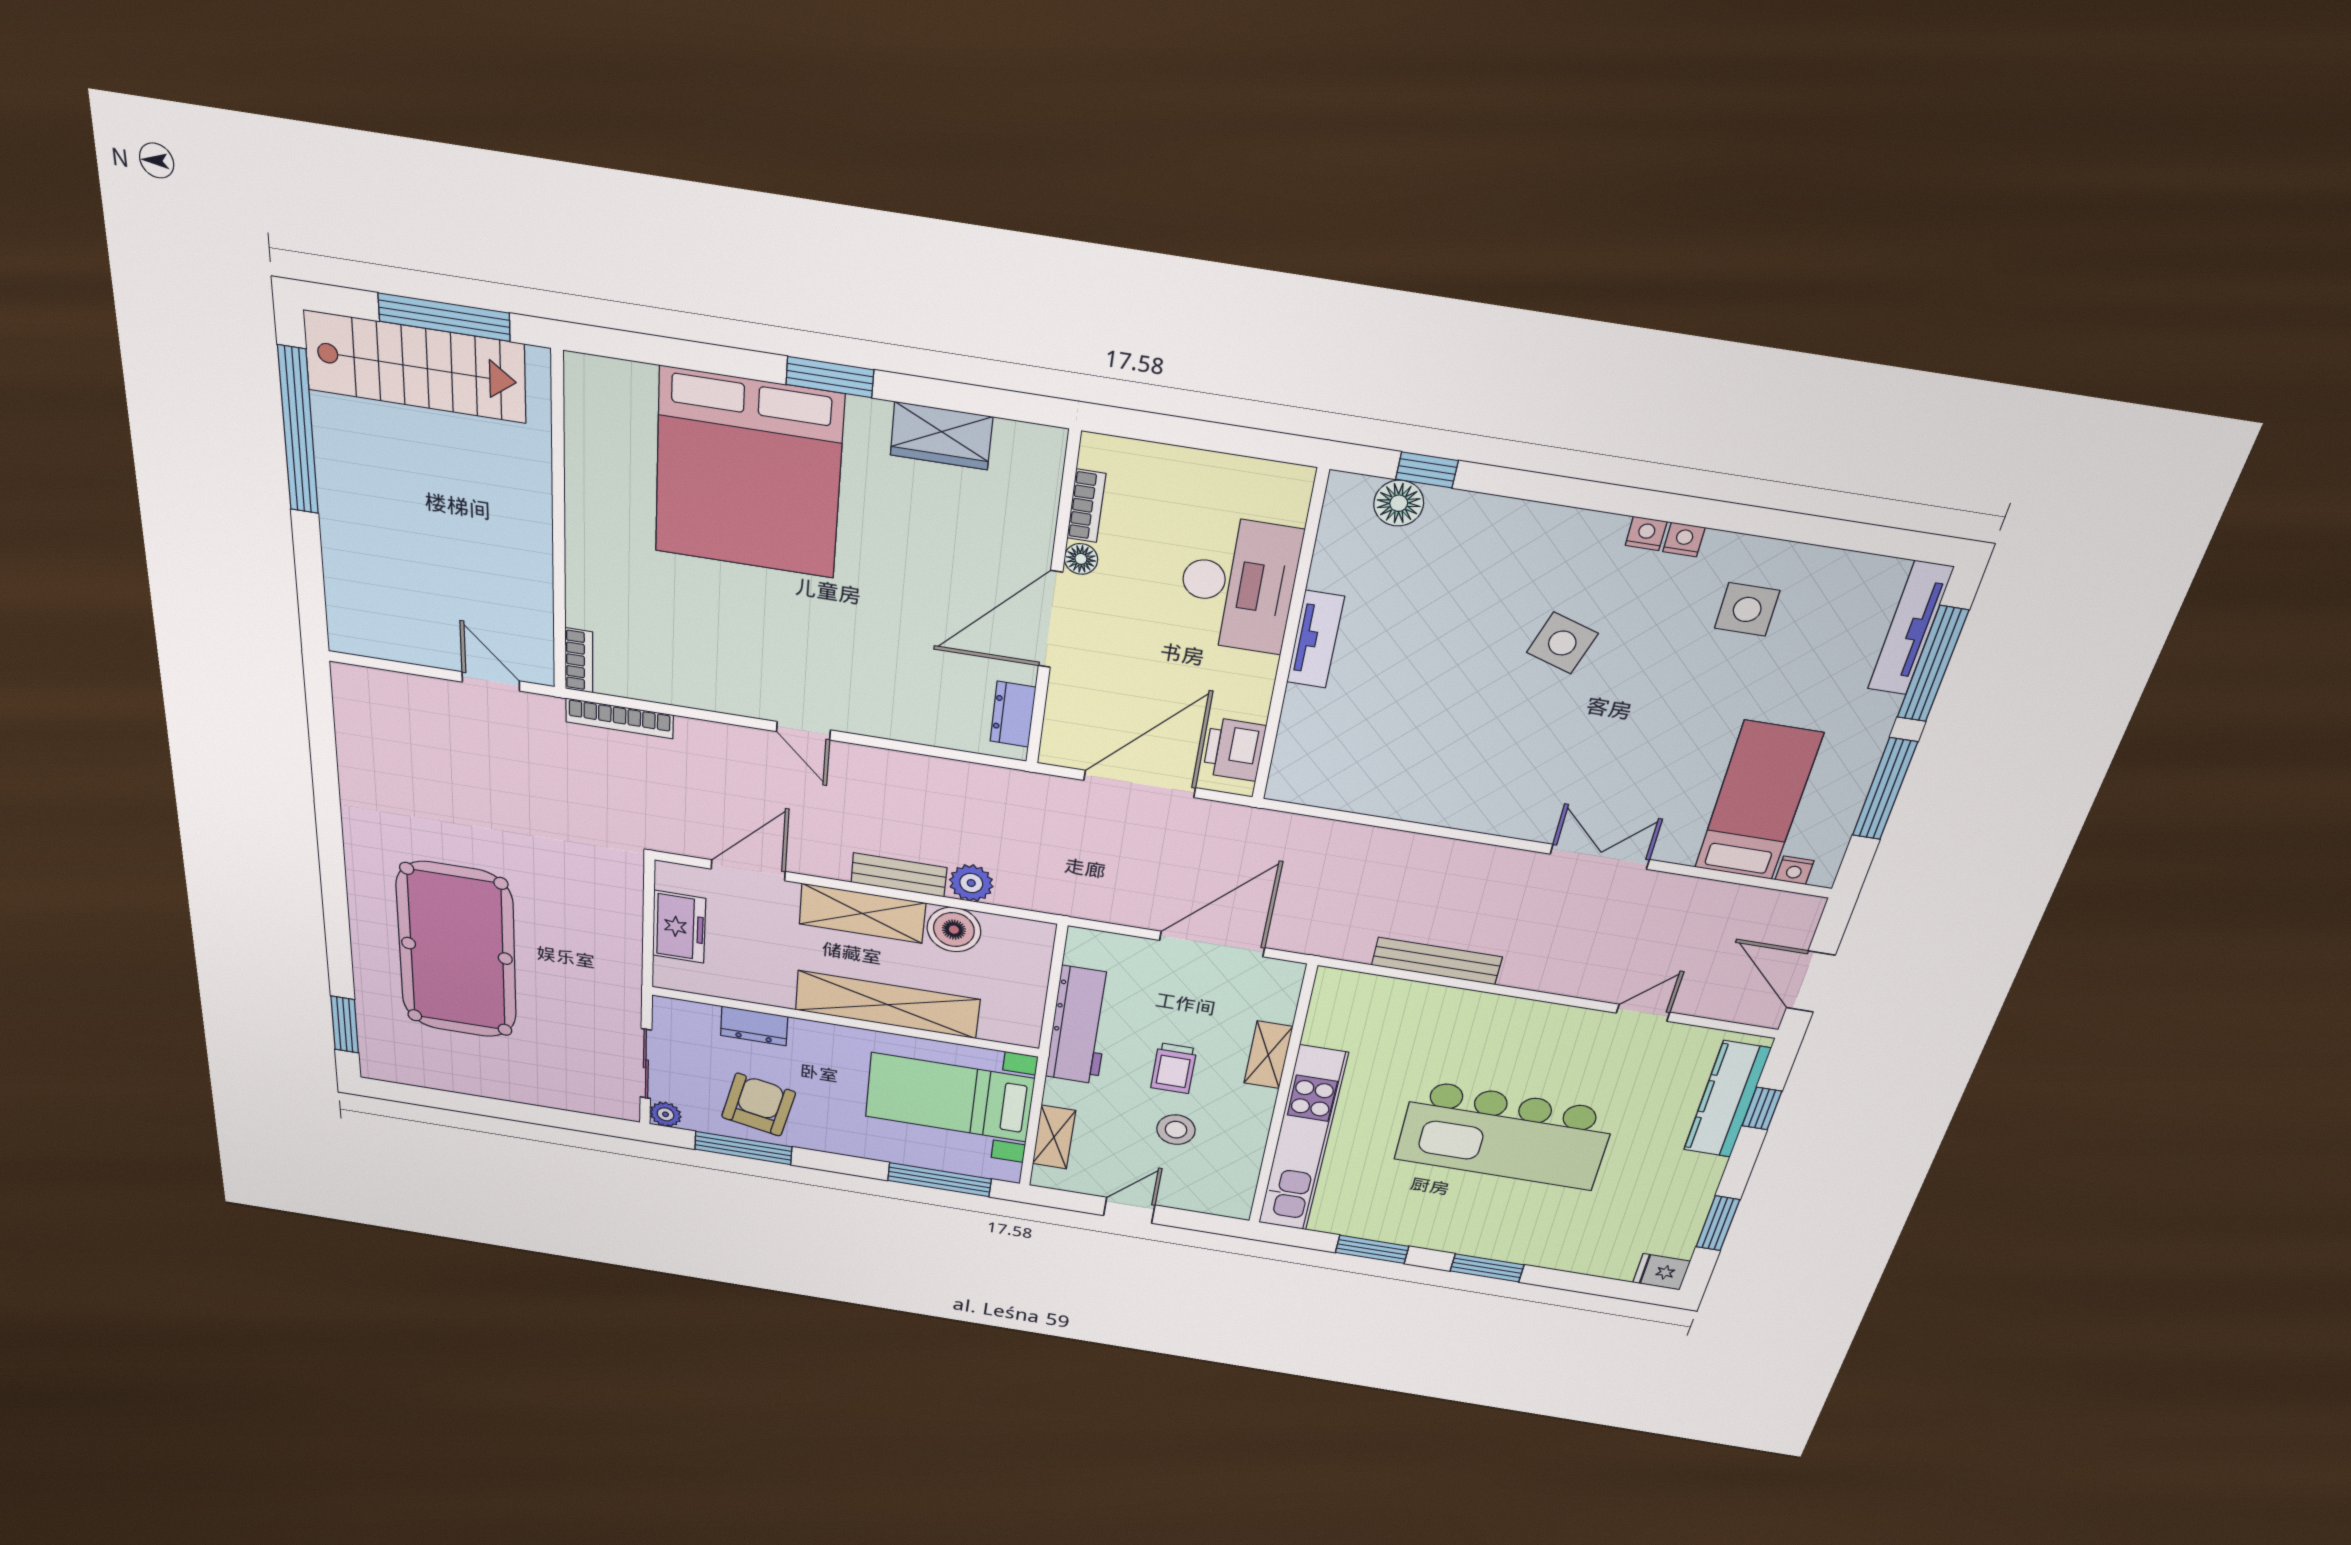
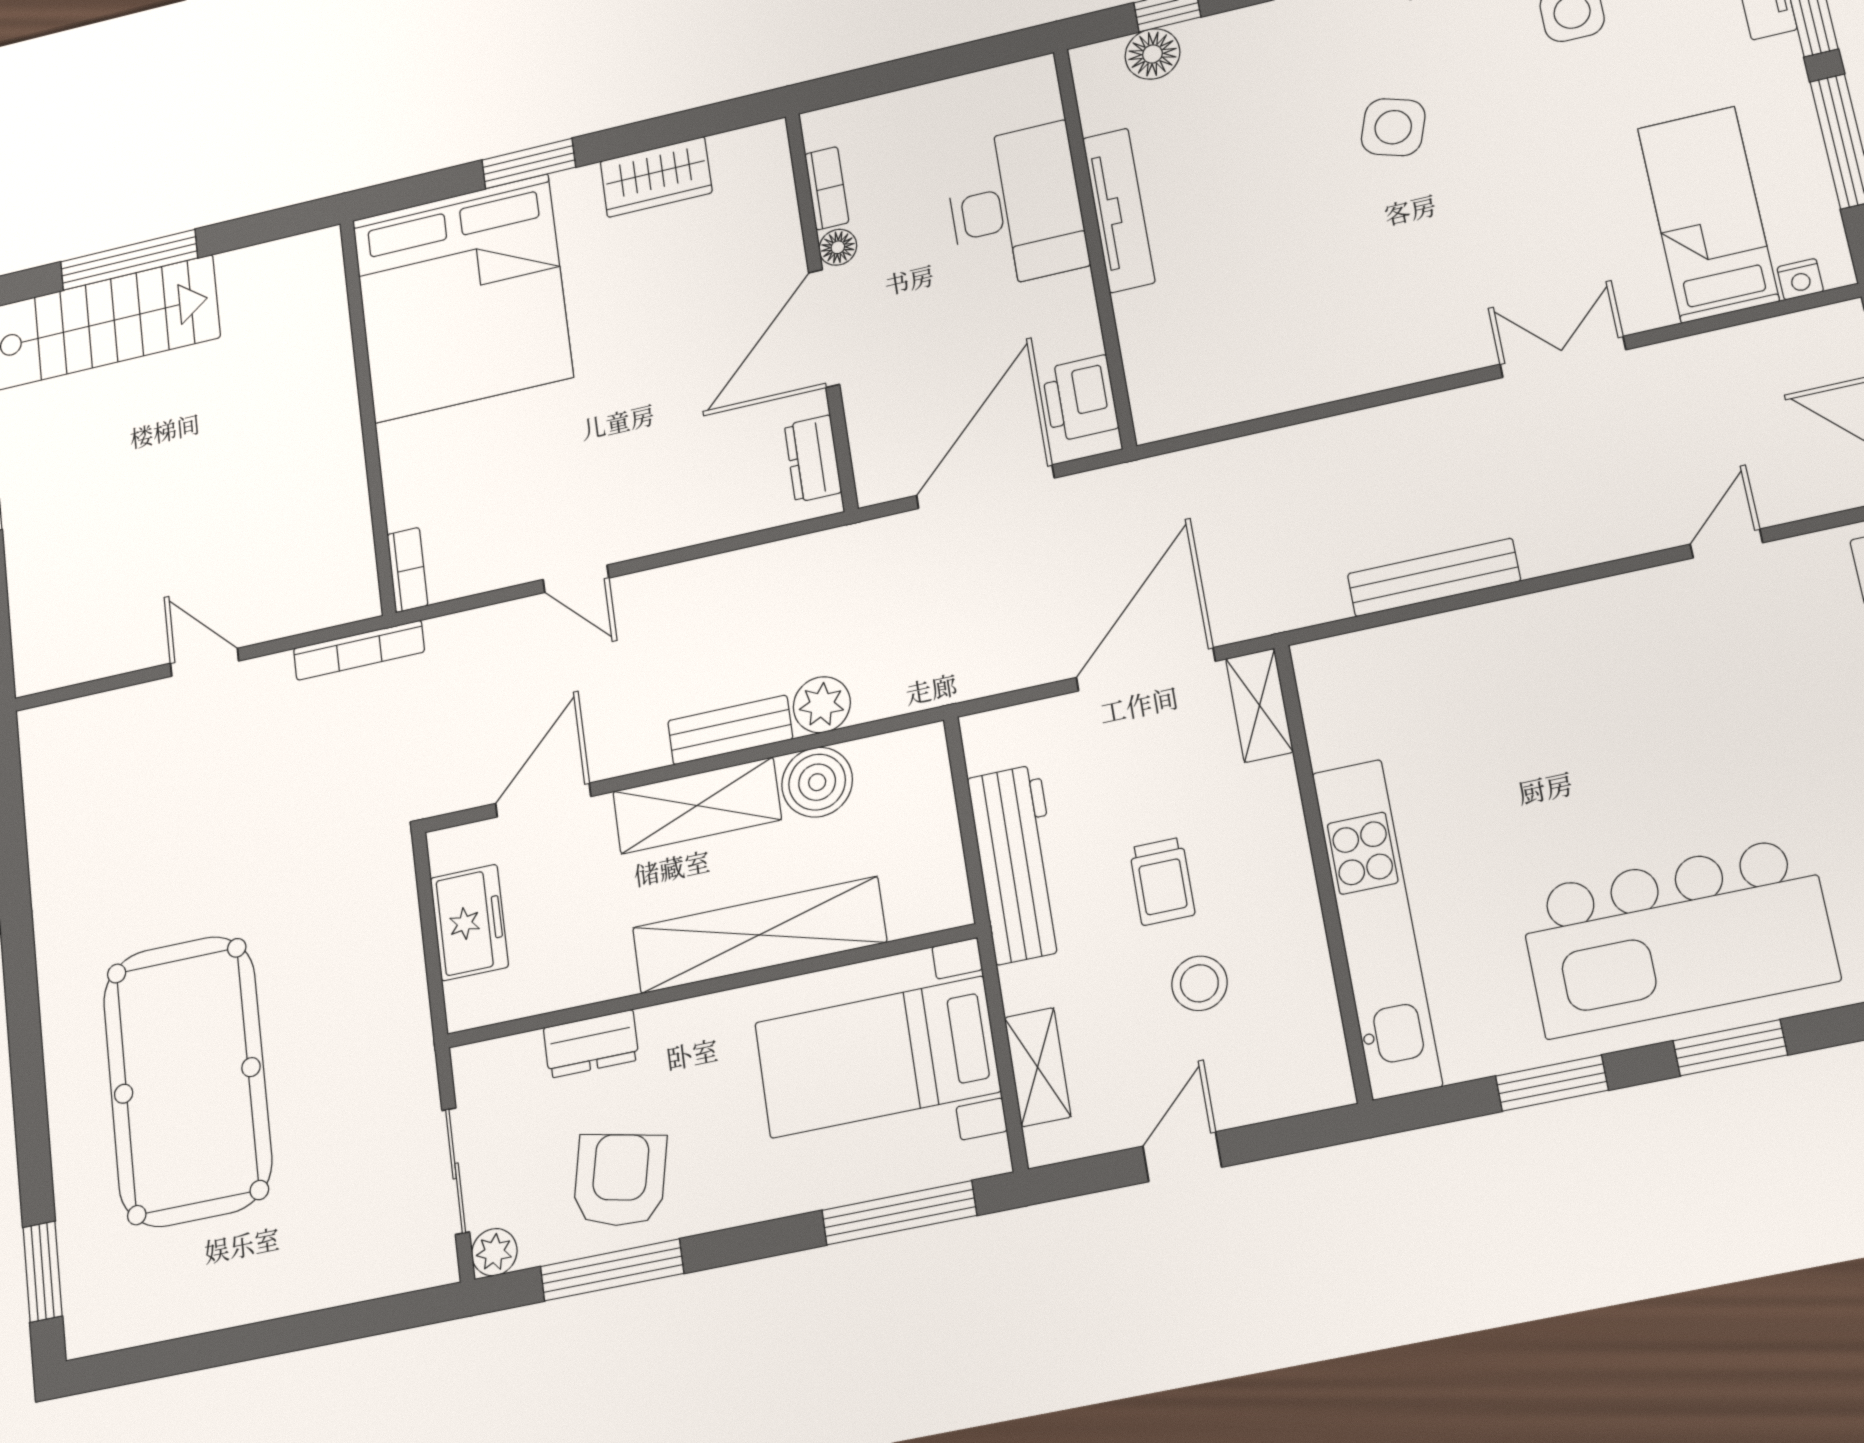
wall: (559, 526) -> (368, 415), moved
tv unit: (1315, 639) -> (1119, 210), width x1.41
bookcase: (579, 660) -> (407, 570), moved
shelving: (1268, 1055) -> (1259, 705), moved
kitchen island: (1504, 1135) -> (1678, 937), moved

